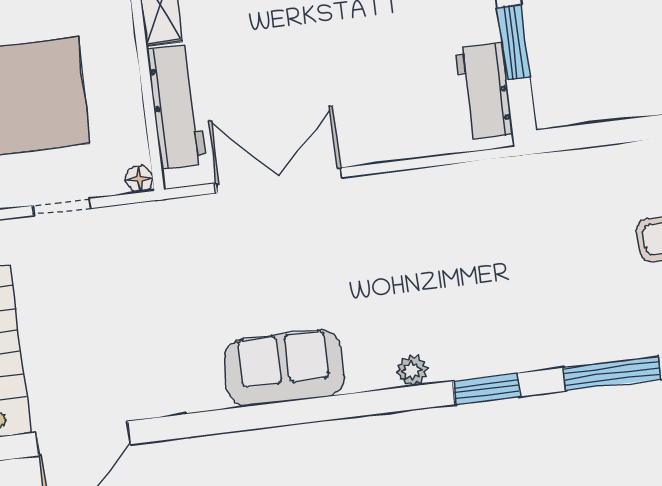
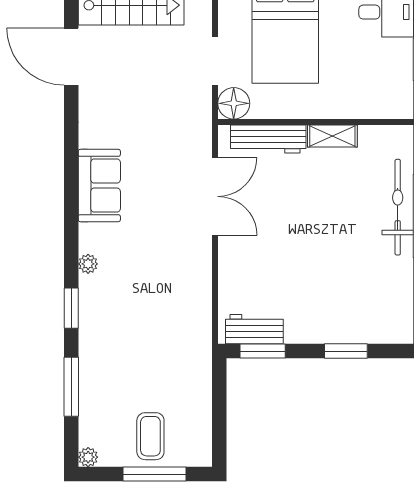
window: (514, 42) -> (263, 351), moved
floor lamp: (139, 179) -> (234, 103), width x1.89, depth x1.89
doorway: (62, 207) -> (215, 61), width x1.38

